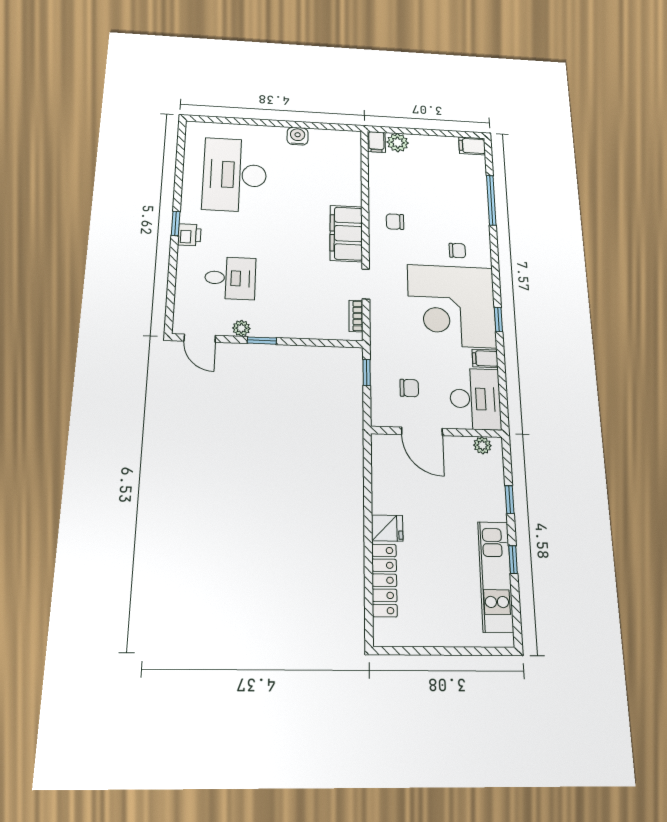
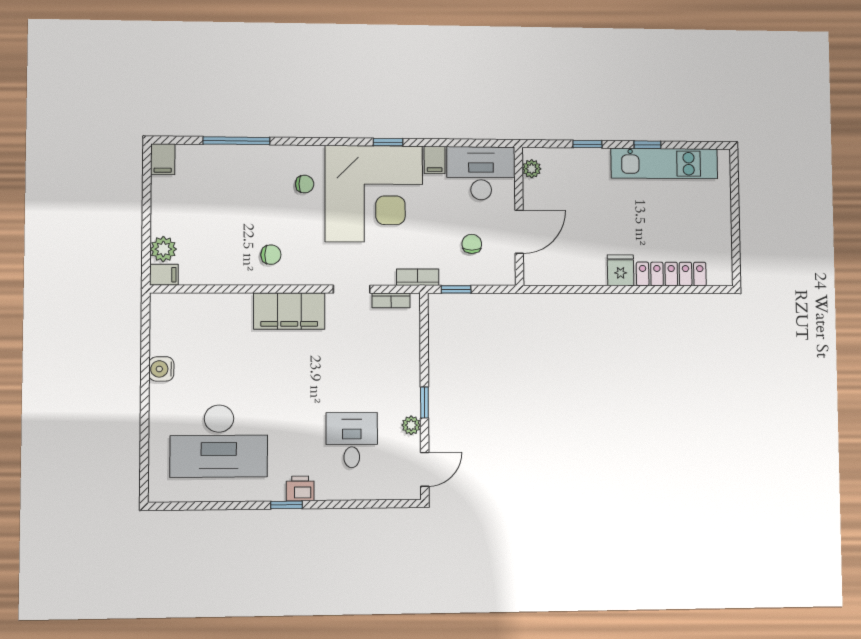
chair: (395, 222) -> (271, 255), turned -90
chair: (457, 251) -> (305, 184), turned 90
bookcase: (377, 340) -> (418, 277), added

